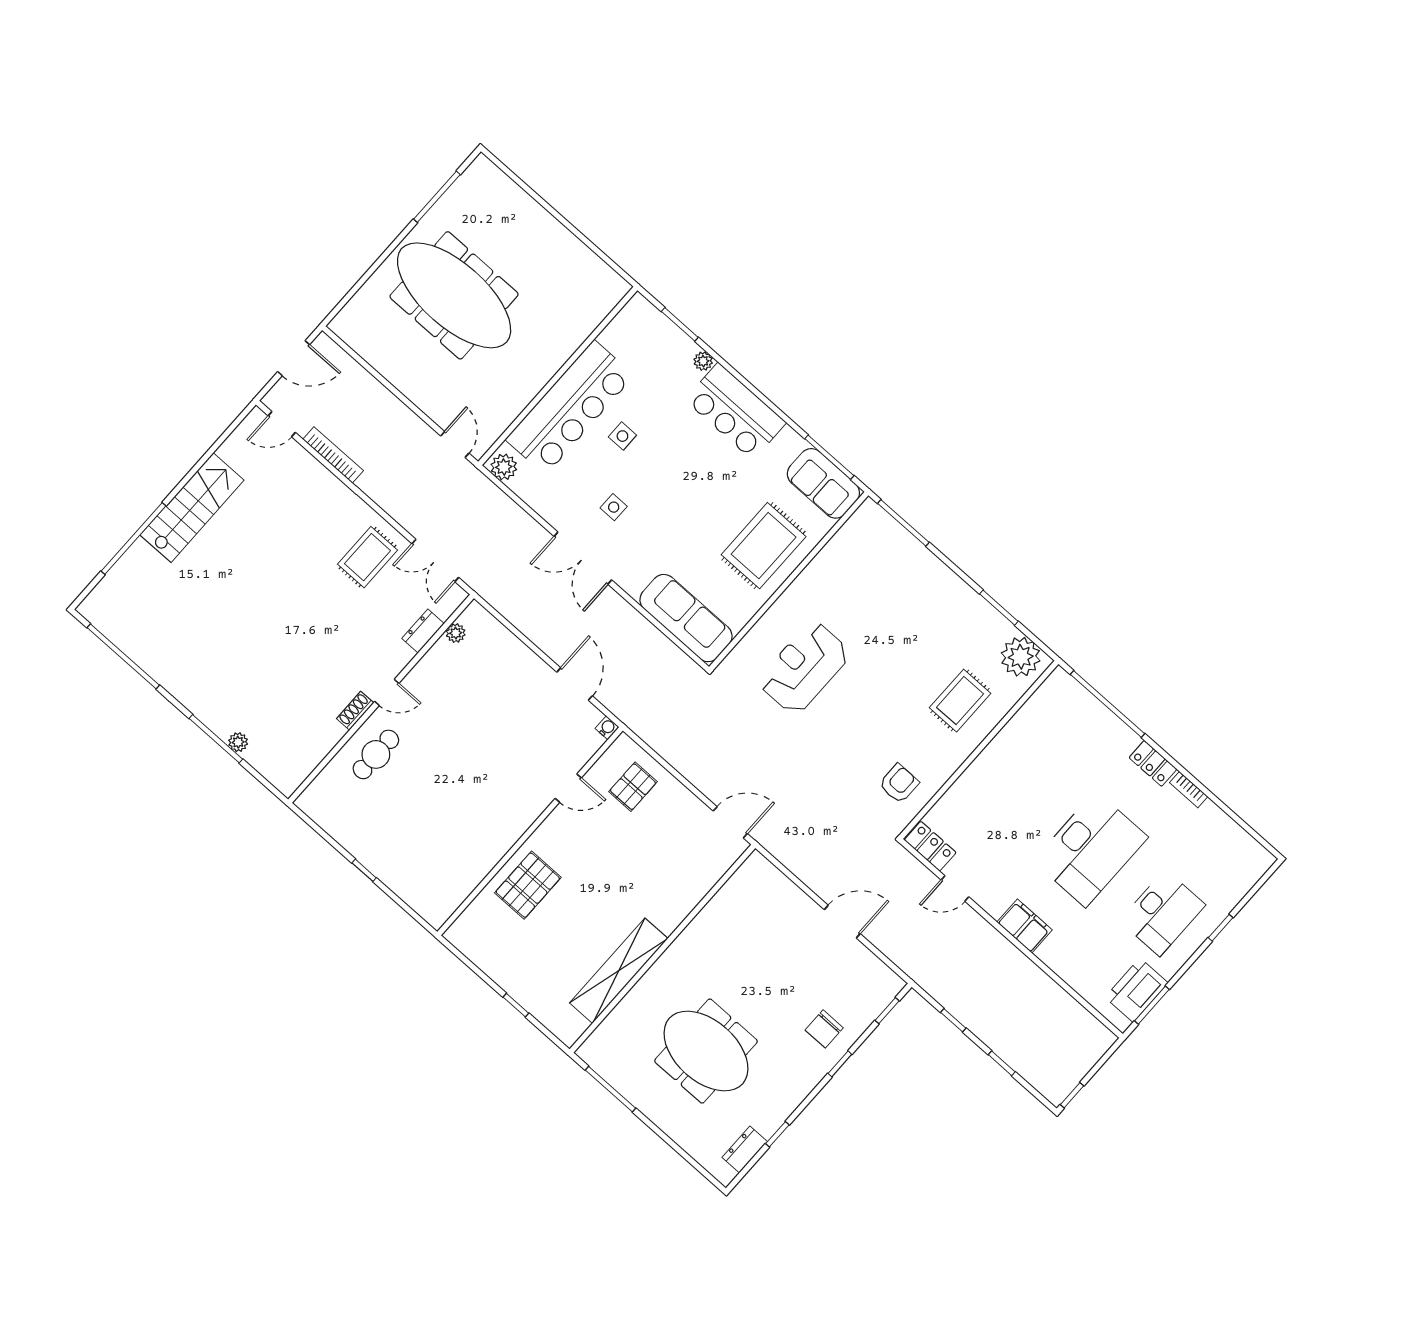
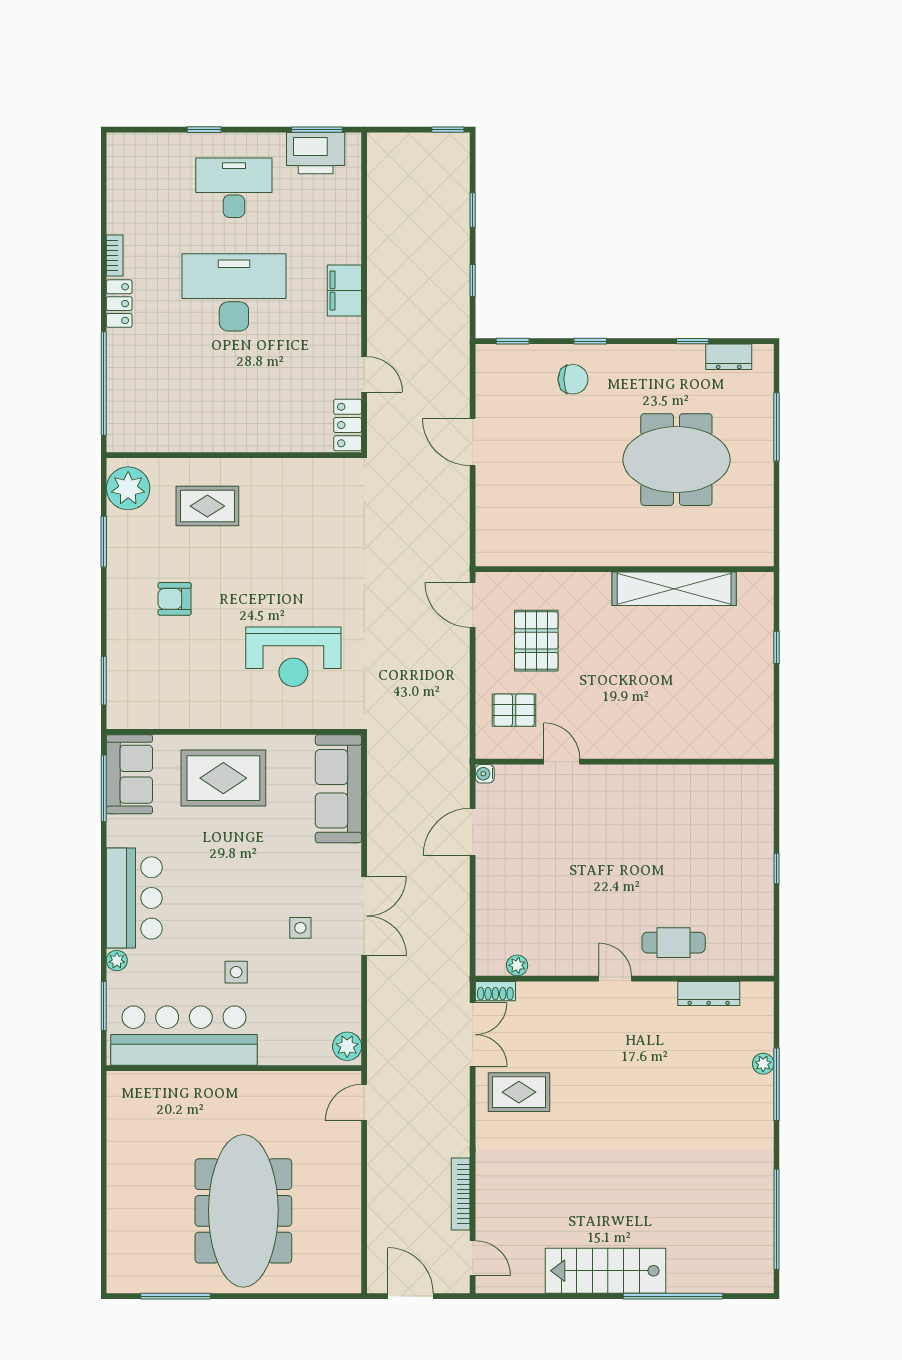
bar counter: (570, 407) -> (184, 1036), moved
window: (903, 523) -> (104, 681), width x0.69
dresser: (423, 631) -> (709, 993), moved, width x1.44
shoe rack: (355, 711) -> (495, 991), moved
armchair: (899, 784) -> (175, 599), moved
pallet: (528, 885) -> (536, 641), moved, turned 90
meeting table: (706, 1051) -> (676, 460), turned 90
window: (610, 1089) -> (776, 427), moved

